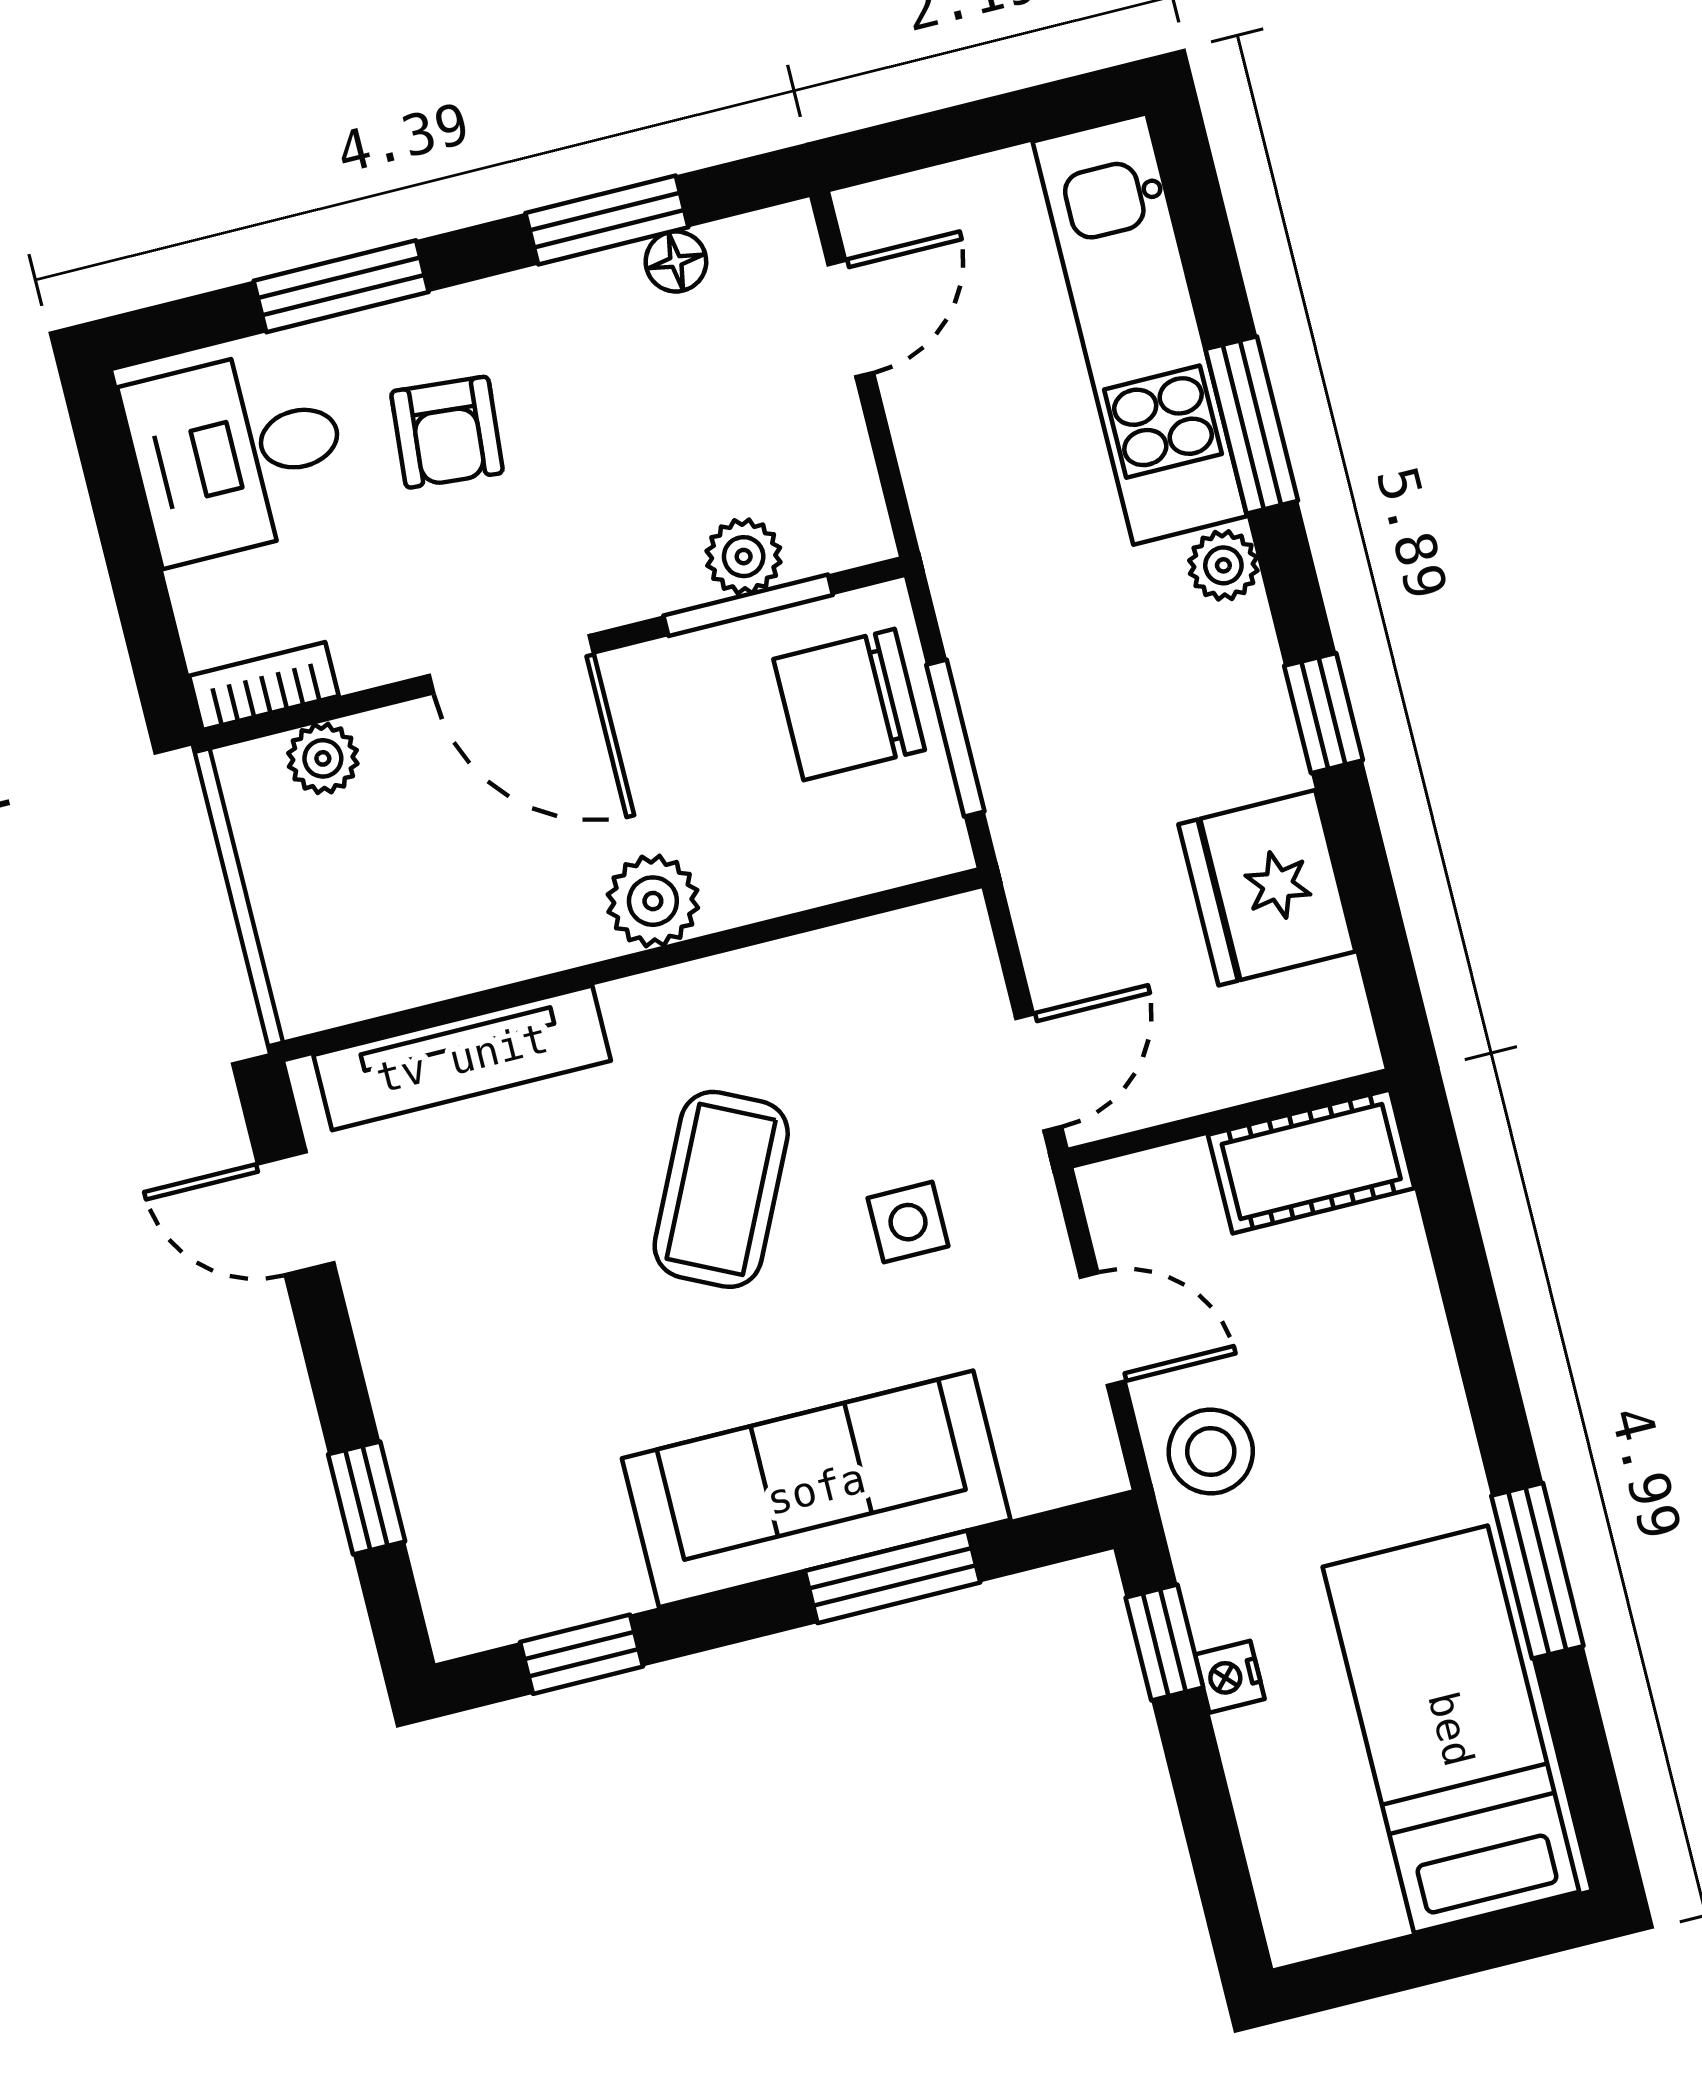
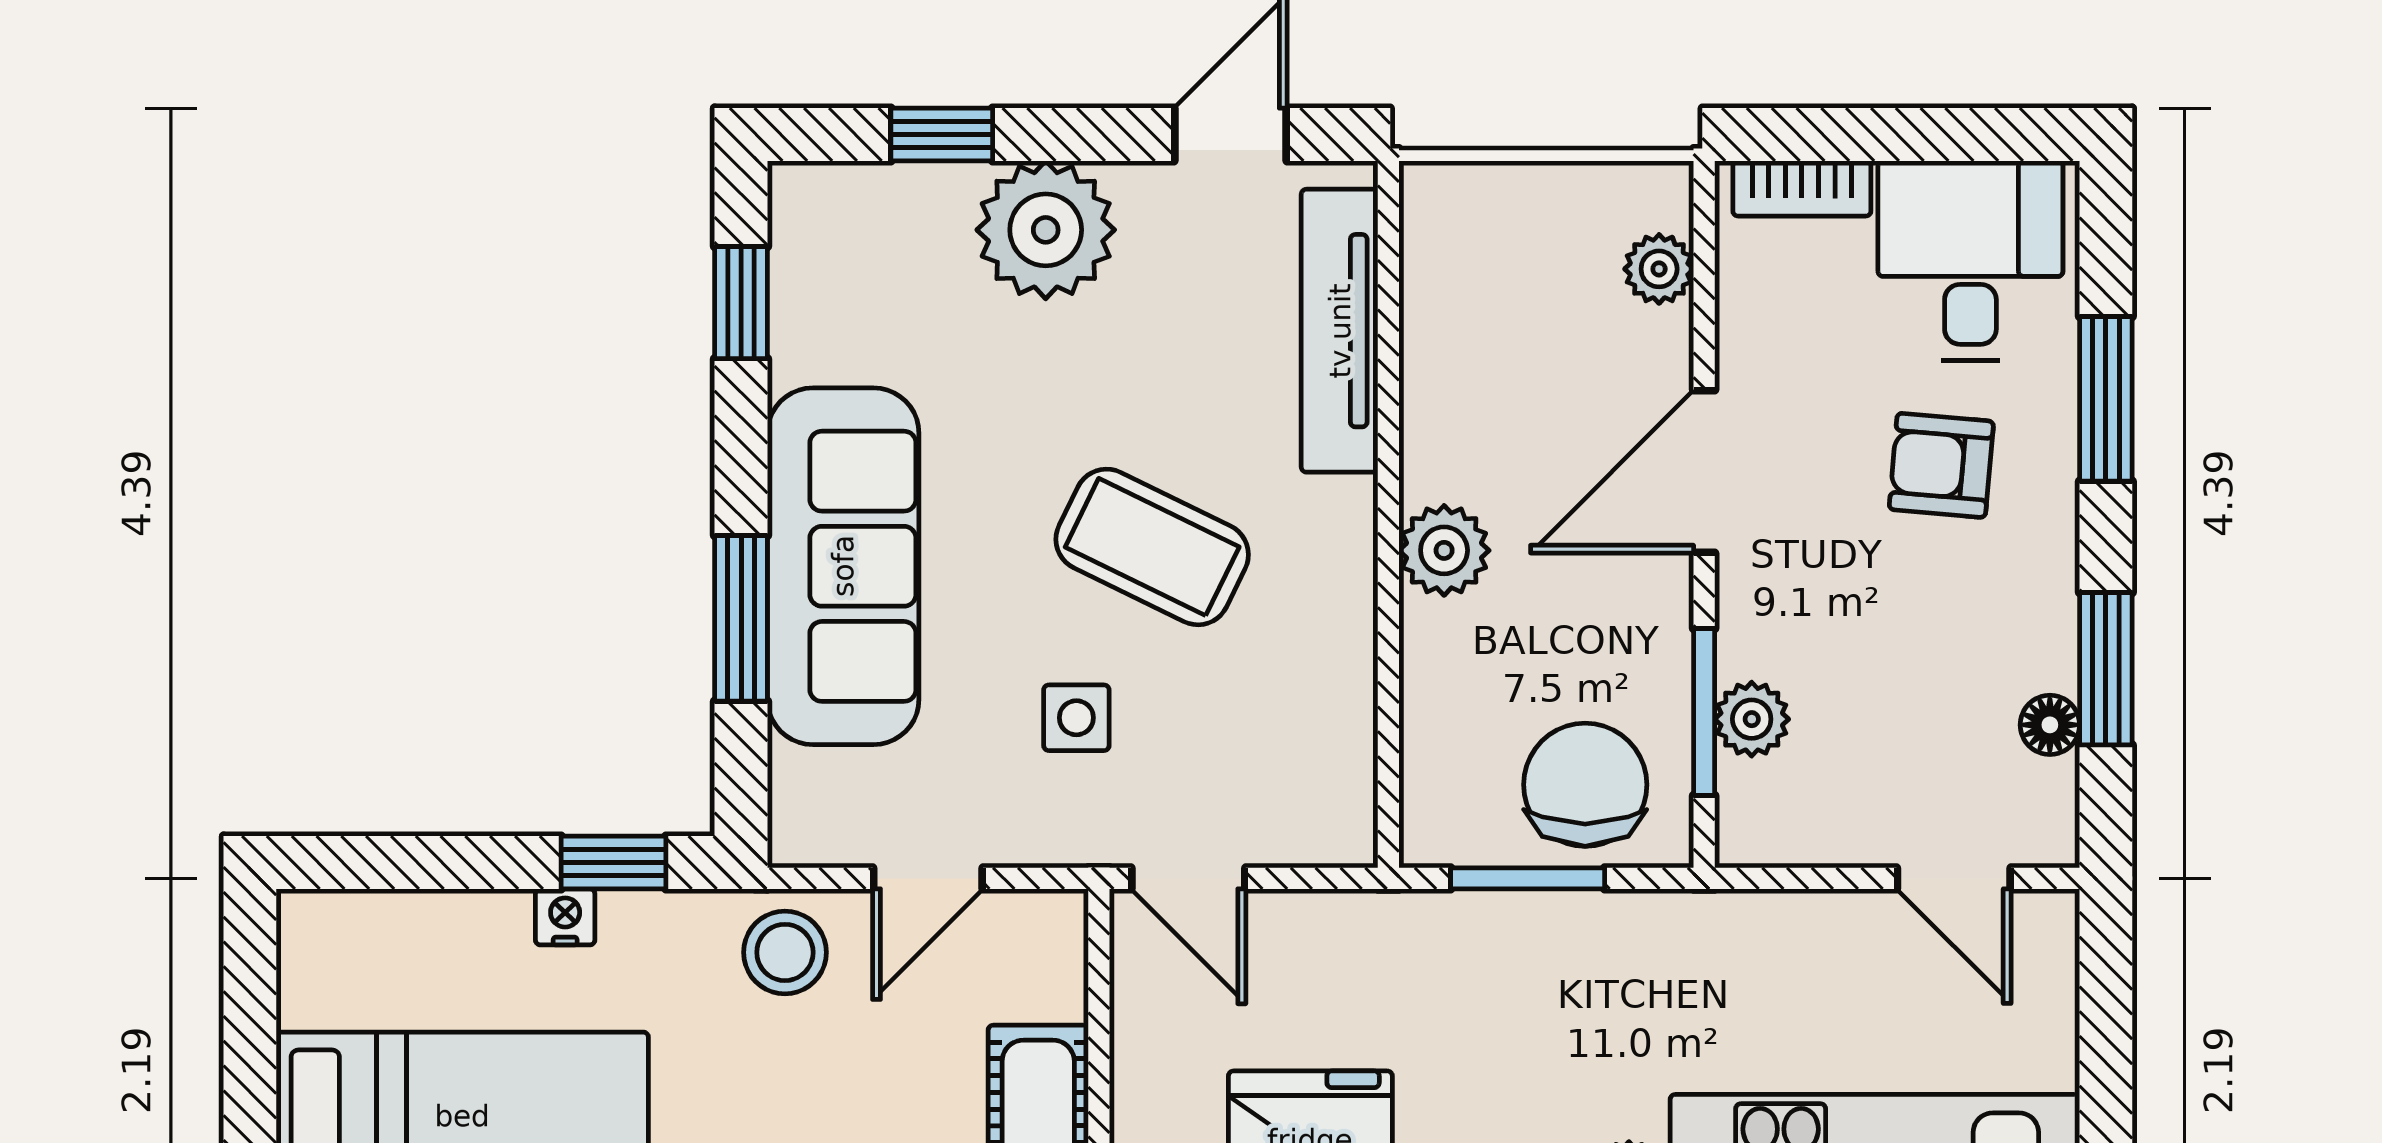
bookcase: (264, 686) -> (1802, 188), moved, turned 90
plant: (435, 1372) -> (1046, 230), added

